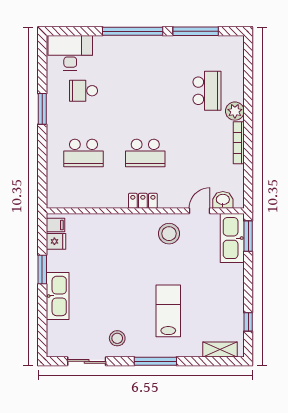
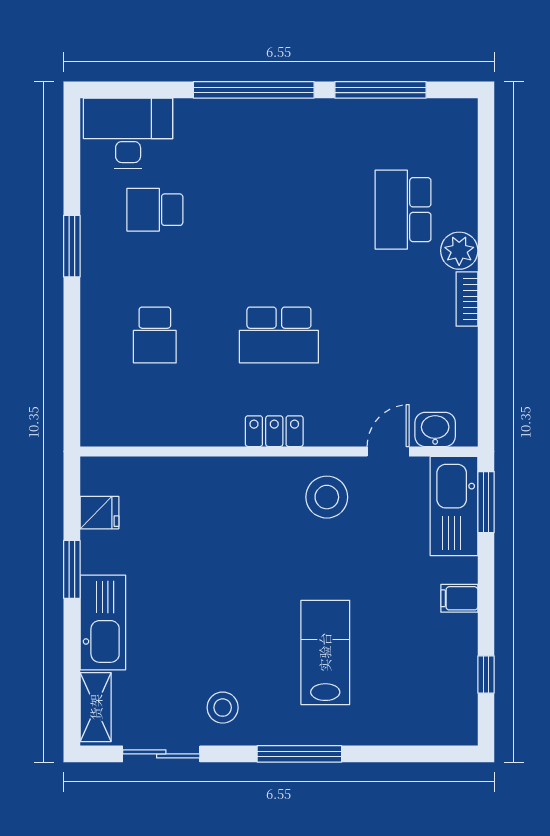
school desk: (207, 91) -> (403, 210), turned 180
bookcase: (239, 143) -> (467, 299), width x0.64
school desk: (84, 153) -> (155, 335), width x0.54
filing cabinet: (56, 225) -> (459, 598), moved, turned 180
shelving: (220, 349) -> (96, 707), moved, turned 90

